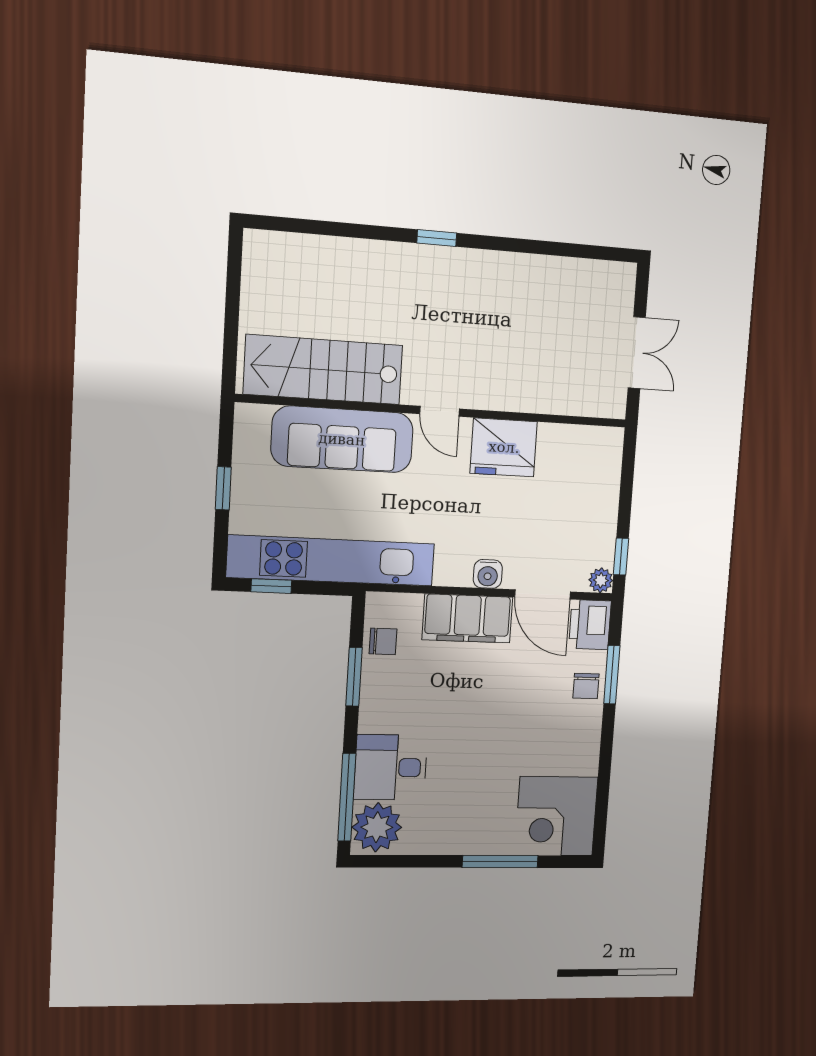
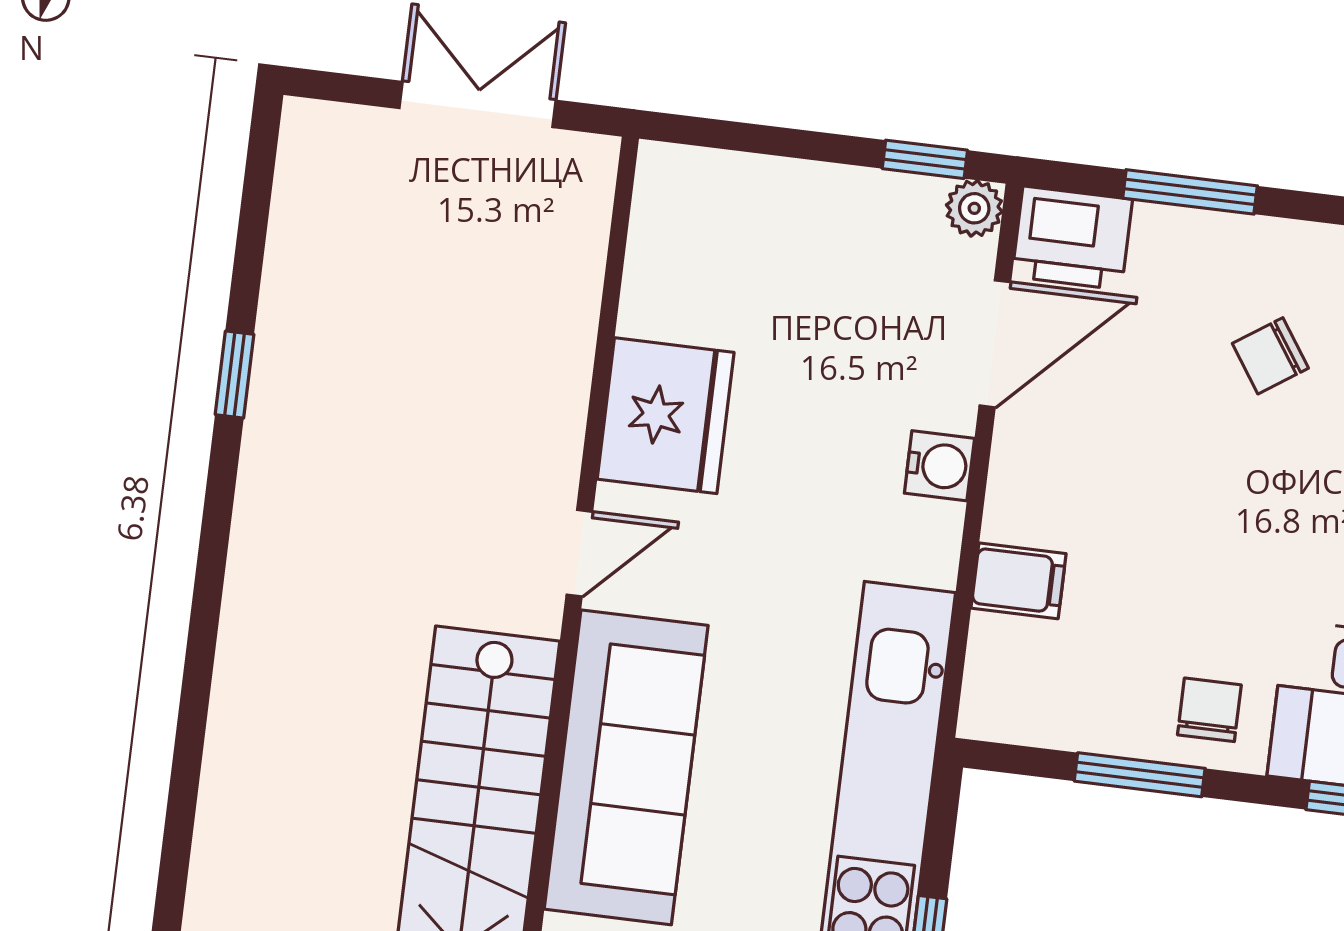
window: (437, 238) -> (235, 375), moved
filing cabinet: (467, 618) -> (1019, 581), width x0.33, depth x0.86
chair: (383, 641) -> (1209, 710), moved
chair: (586, 686) -> (1270, 356), moved, turned 146

